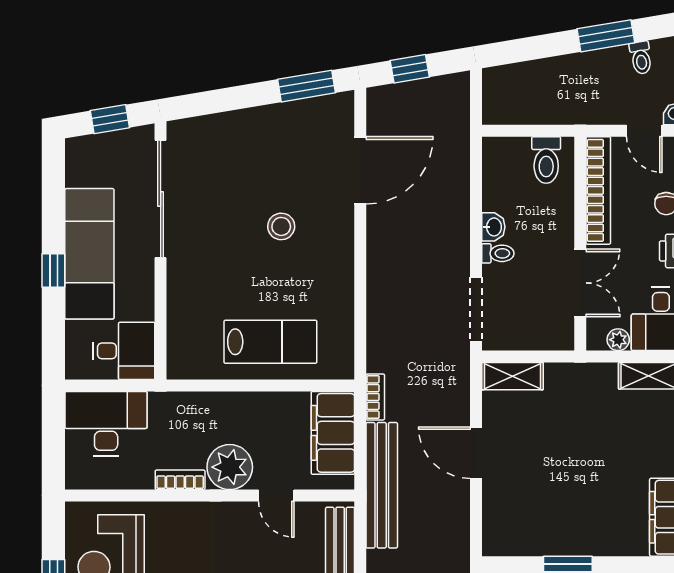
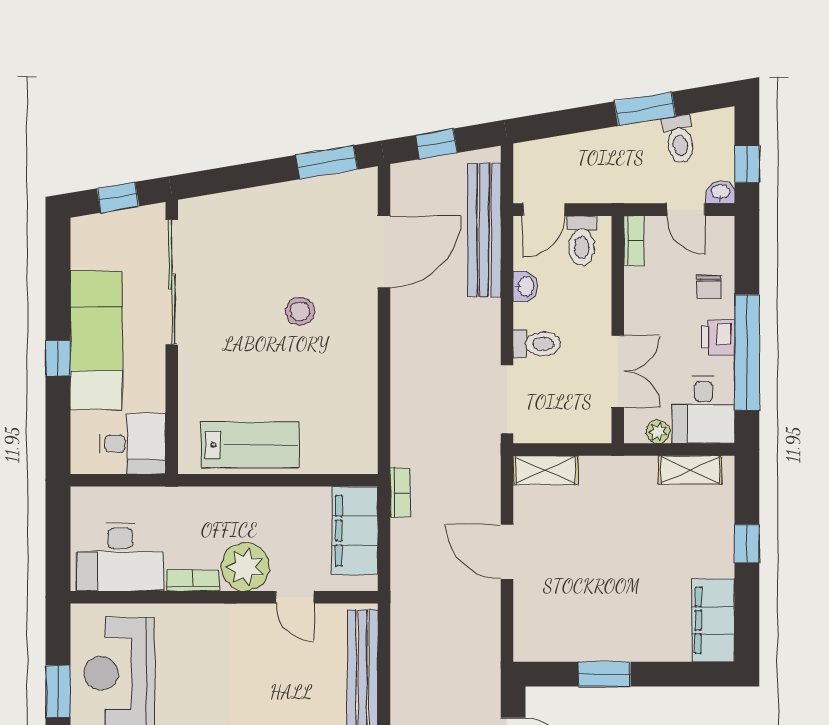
toilet: (641, 58) -> (679, 139), width x1.37, depth x1.39
door: (511, 131) -> (544, 210), added
bookcase: (598, 190) -> (634, 241), width x0.43, depth x0.76
washbasin: (493, 227) -> (525, 286), moved
toilet: (498, 253) -> (537, 344), width x1.37, depth x1.39
lab bench: (270, 342) -> (250, 445), moved
desk: (106, 423) -> (120, 557), moved, turned 180
bench: (382, 485) -> (484, 230), moved

